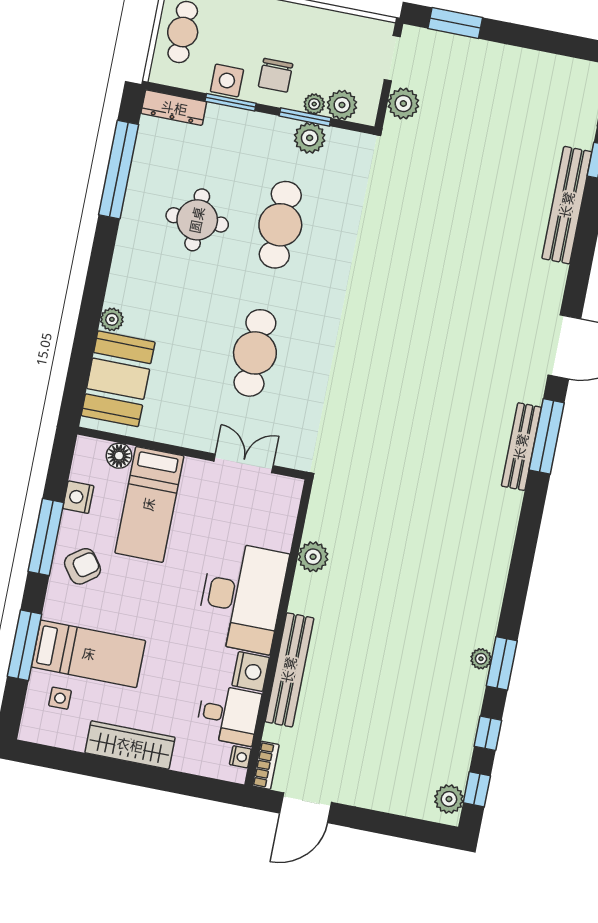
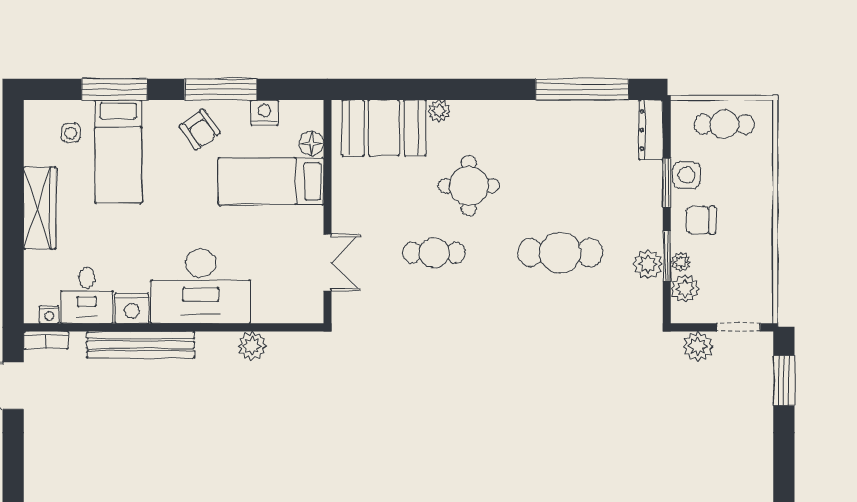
round table: (197, 220) -> (469, 186), moved
cafe table: (255, 353) -> (434, 253), width x0.73, depth x0.74

